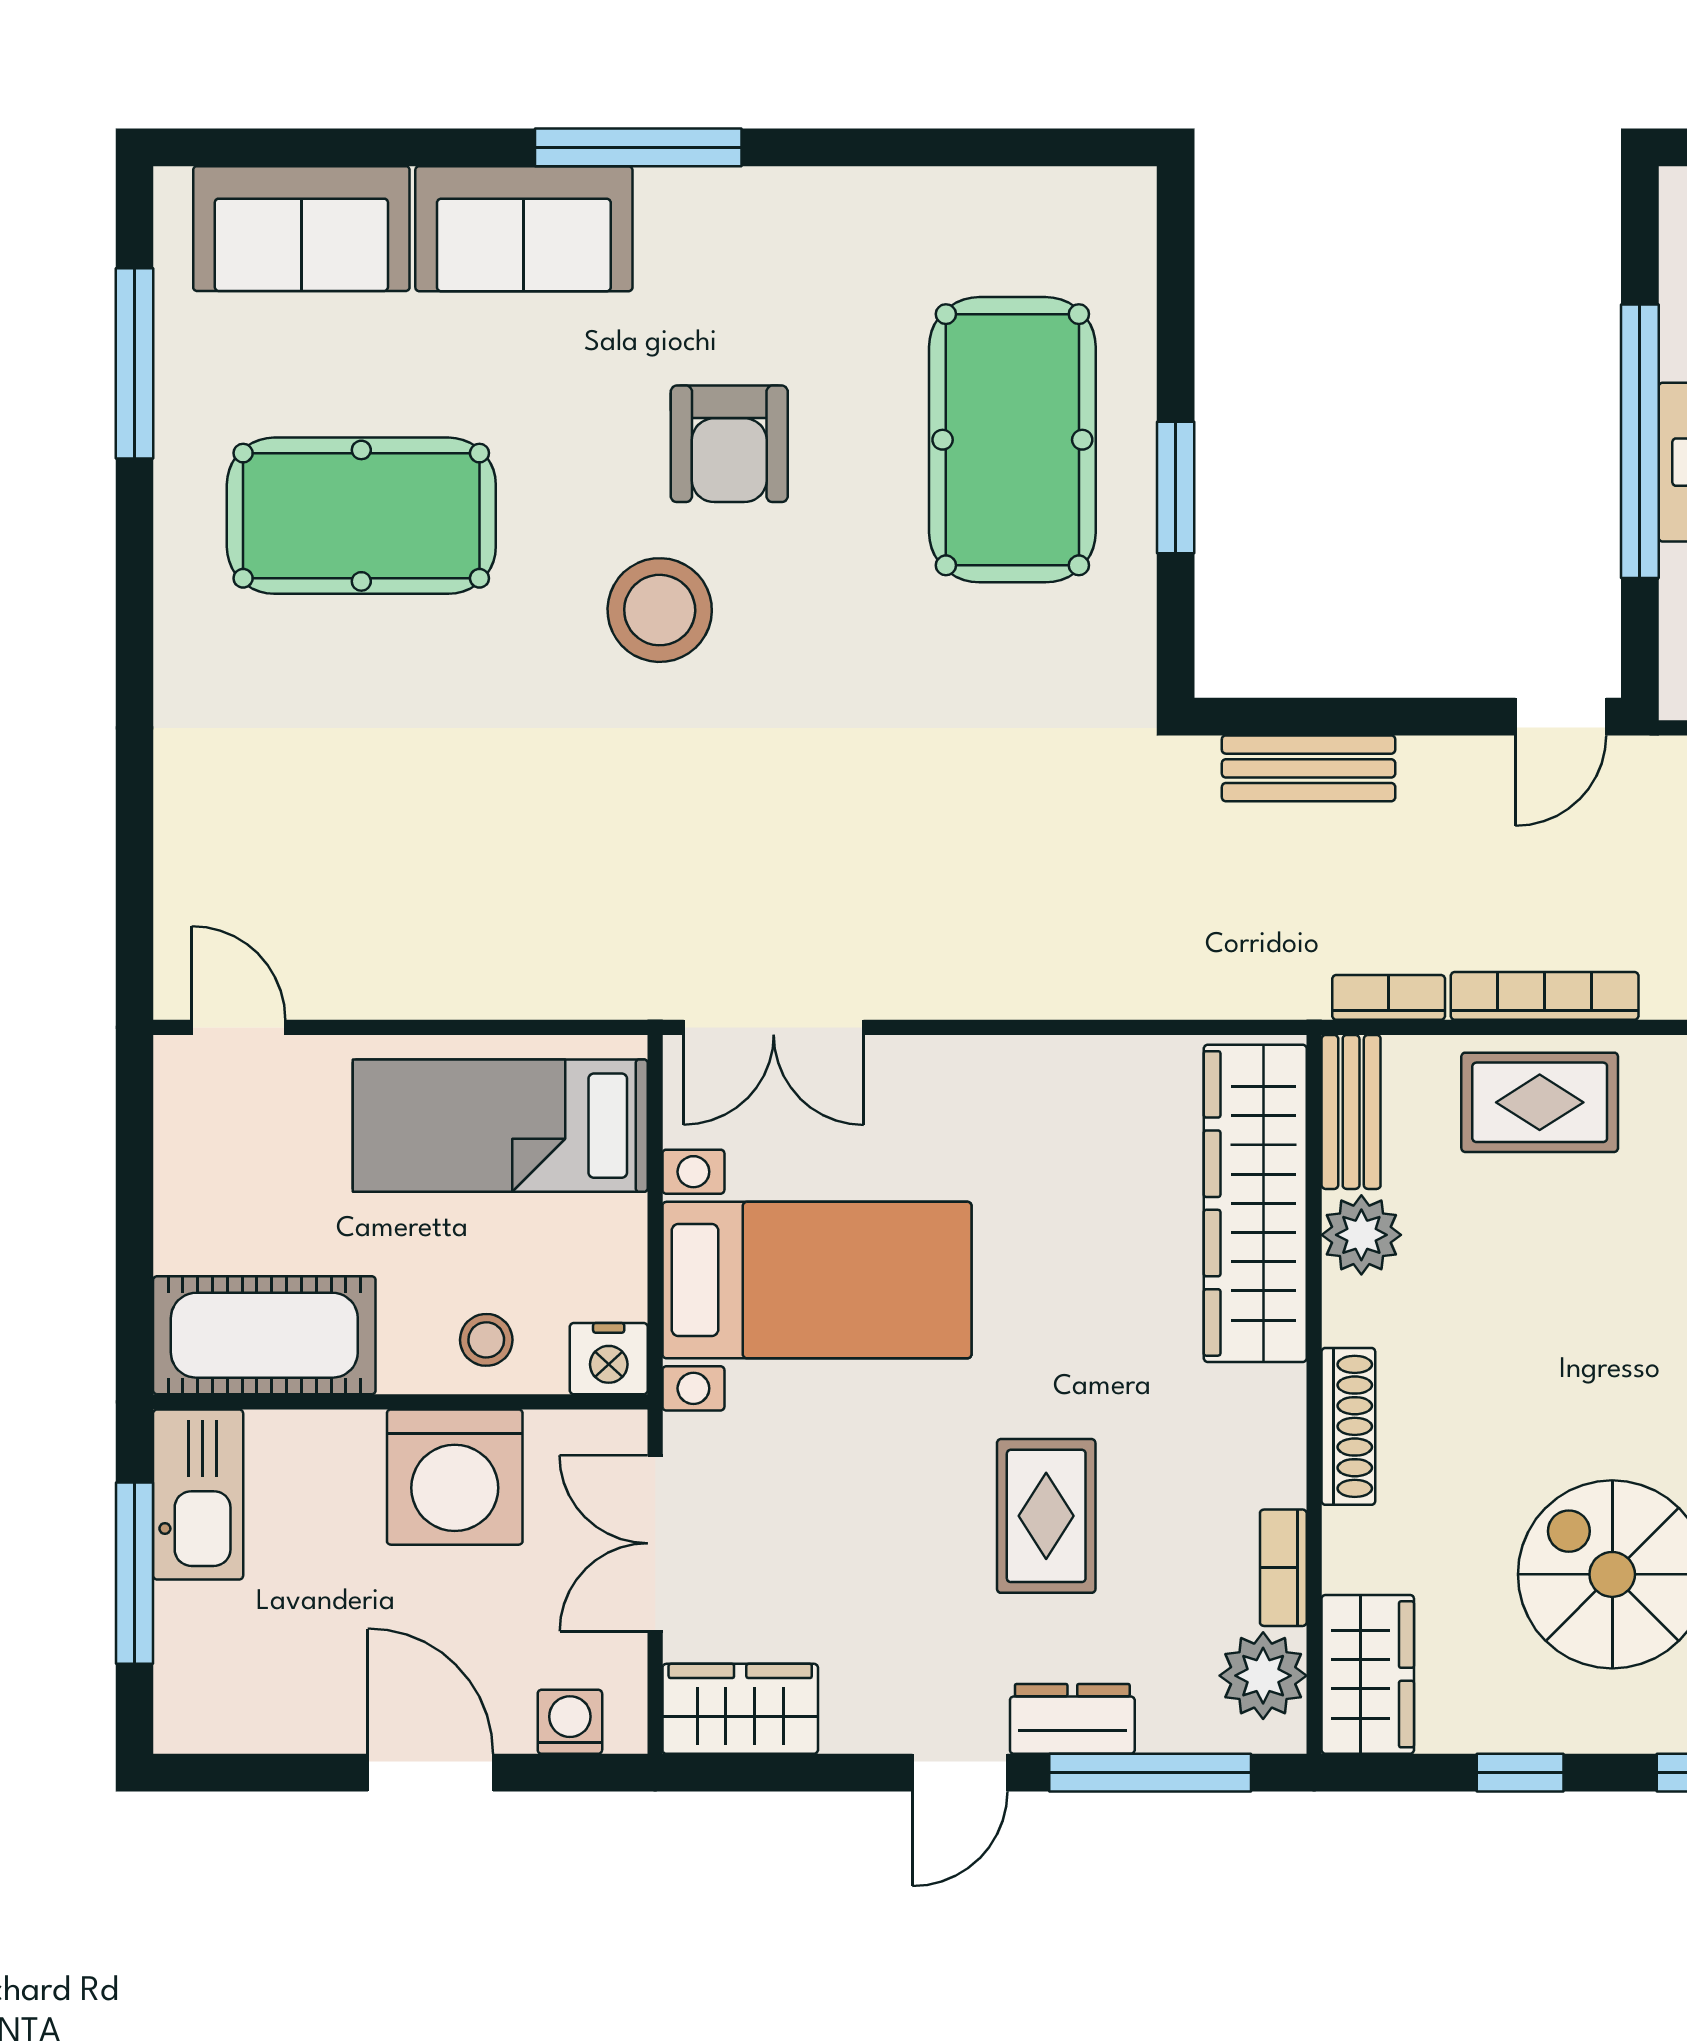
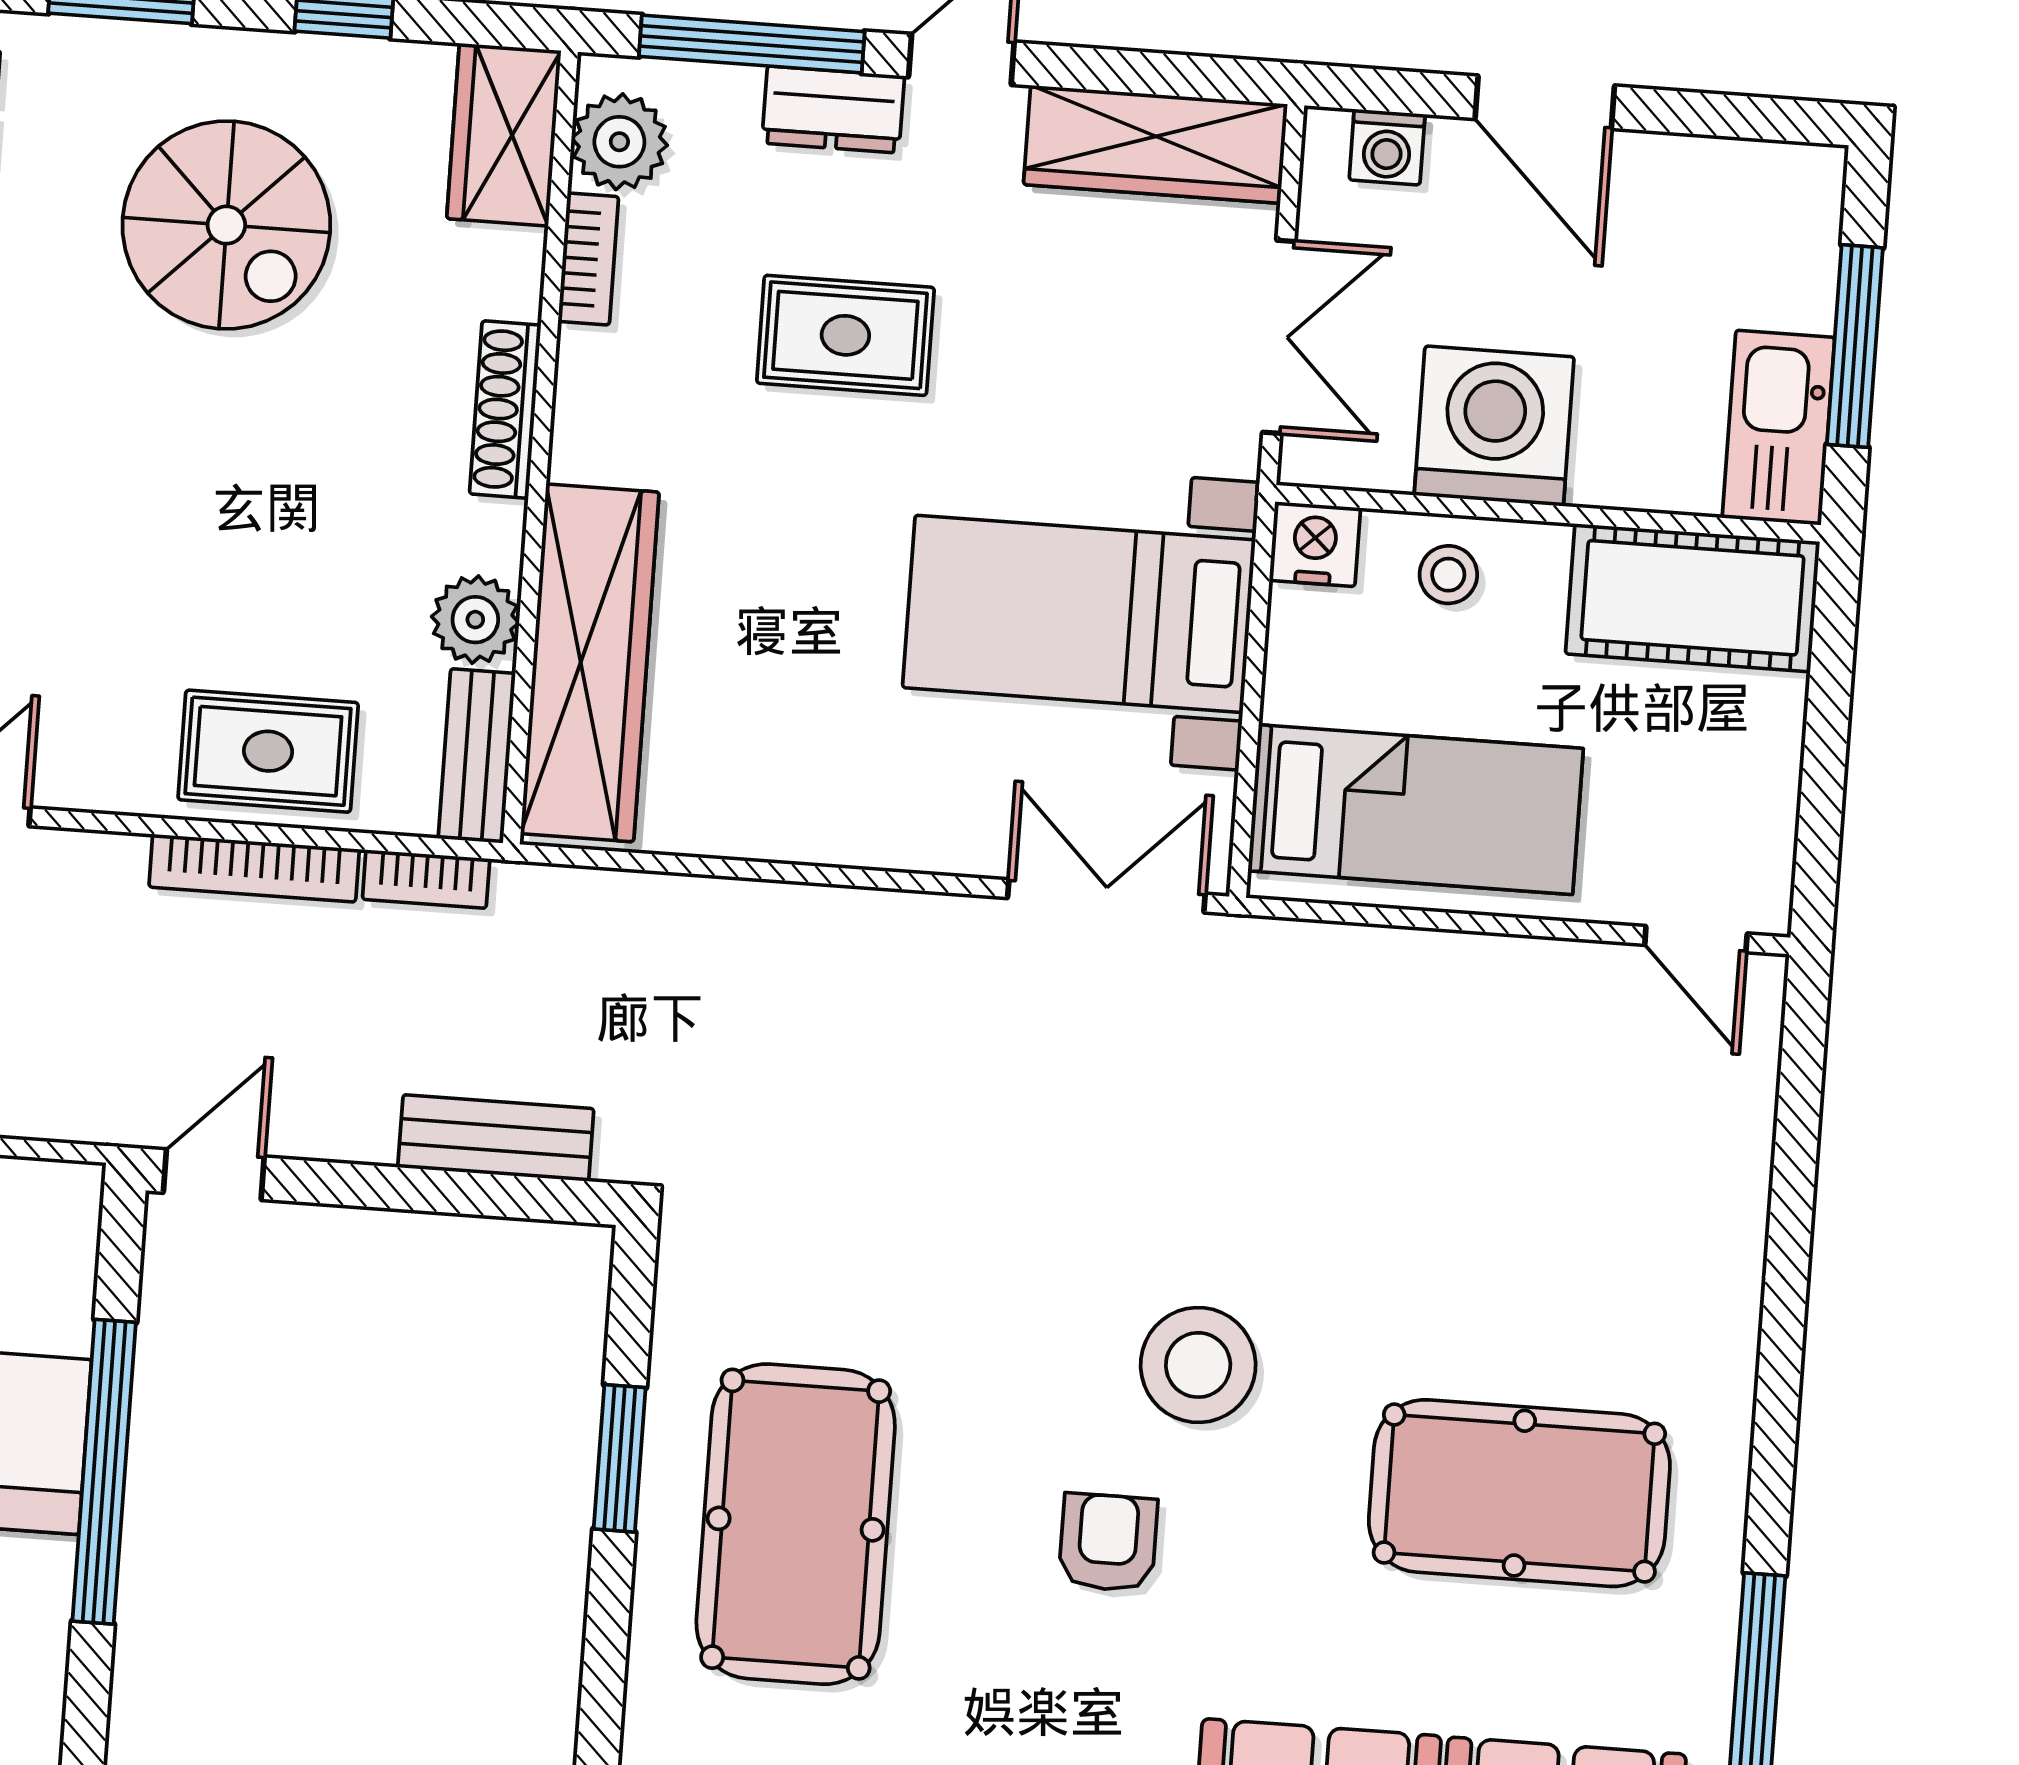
armchair: (729, 444) -> (1108, 1543), width x0.72, depth x0.72
rug: (1046, 1516) -> (845, 335), turned 90
wardrobe: (740, 1709) -> (1155, 144), width x1.50

